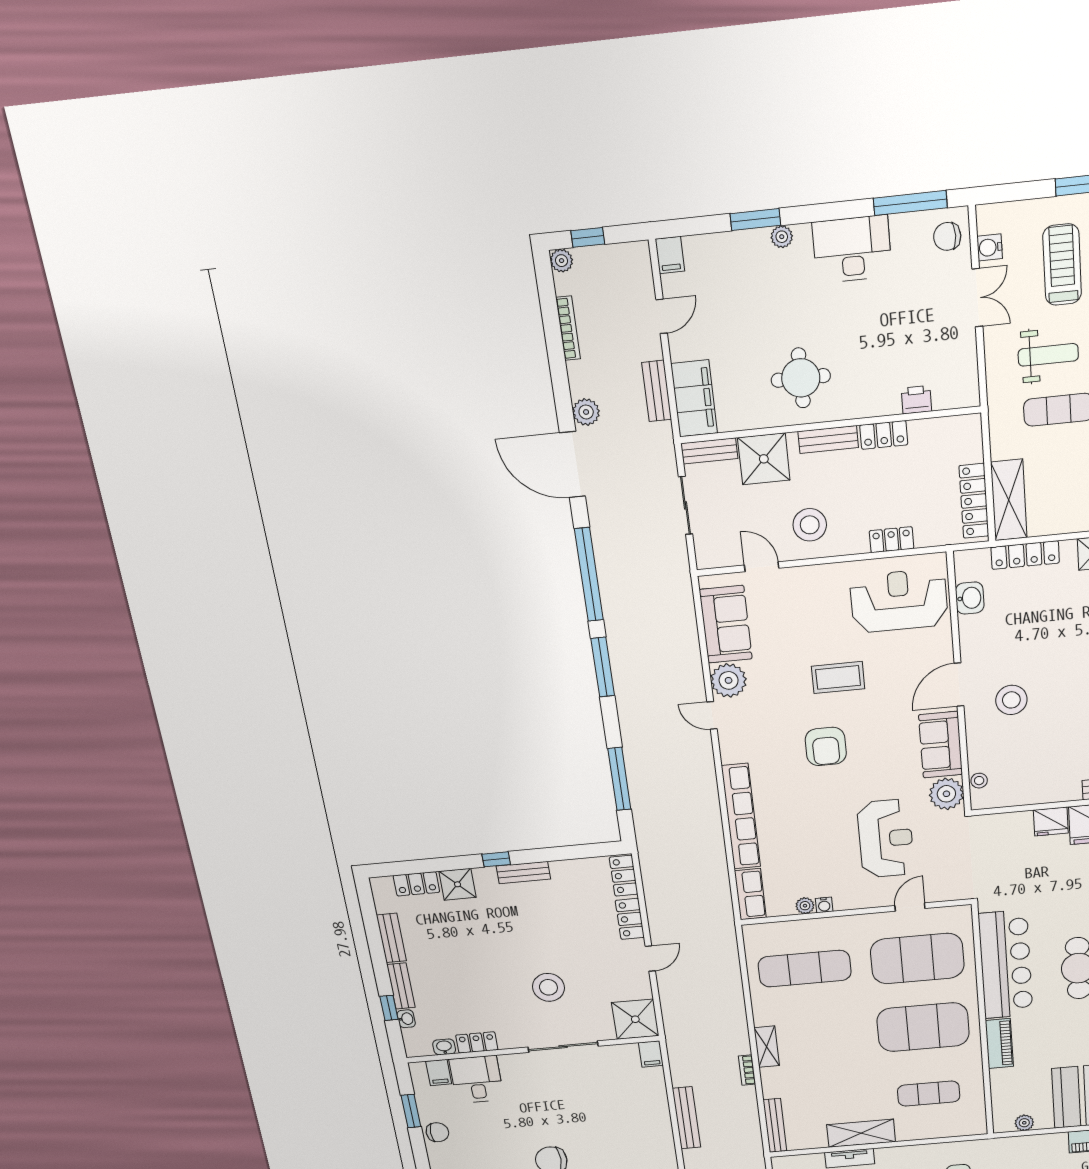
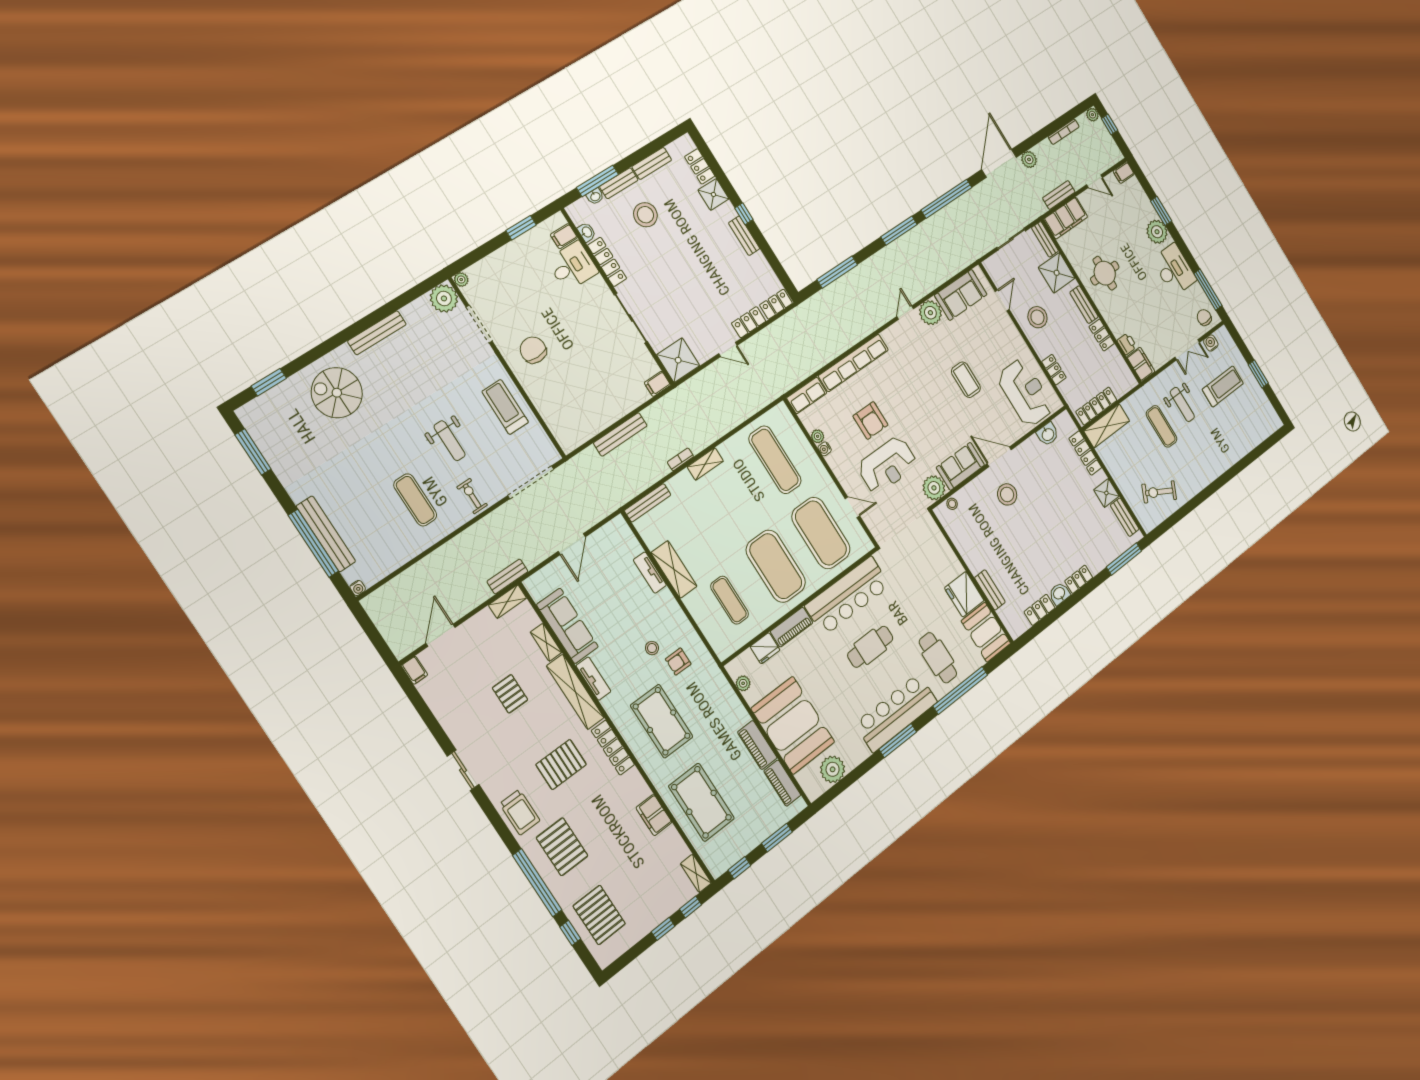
plant: (782, 237) -> (1157, 232), width x1.88, depth x1.88
filing cabinet: (956, 393) -> (1141, 364), added
armchair: (826, 746) -> (870, 420), moved, turned -90
fridge: (1051, 822) -> (765, 648), moved, turned -90
stool: (548, 987) -> (645, 215), moved
window: (389, 1008) -> (597, 181), width x2.17
locker: (477, 1042) -> (607, 262), width x1.53
chair: (437, 1132) -> (513, 254), removed

